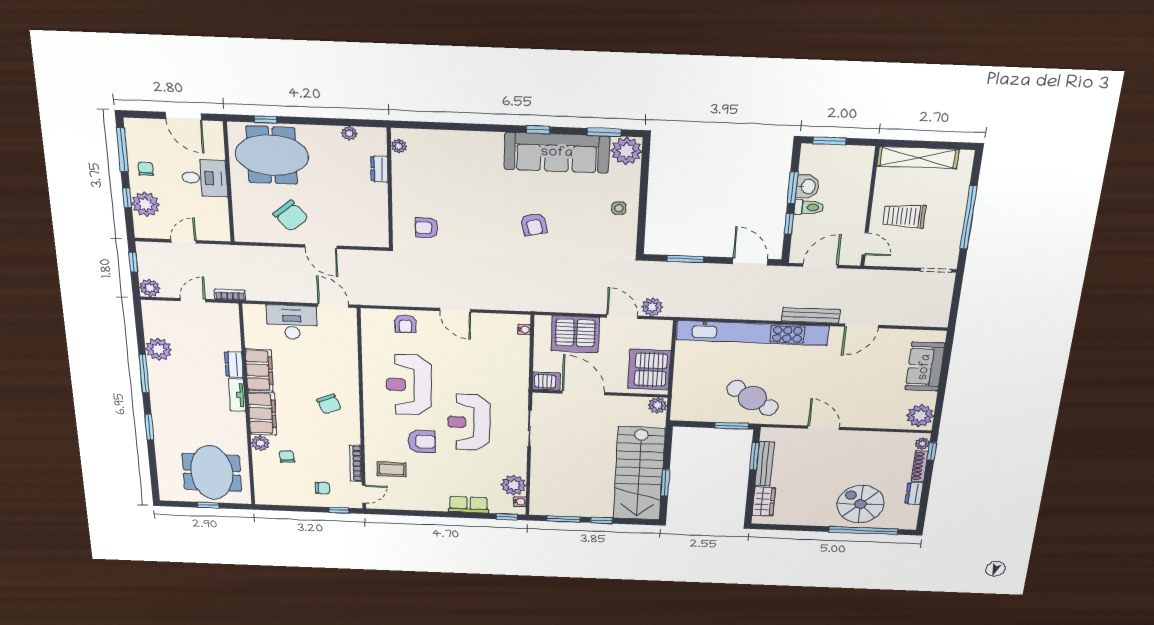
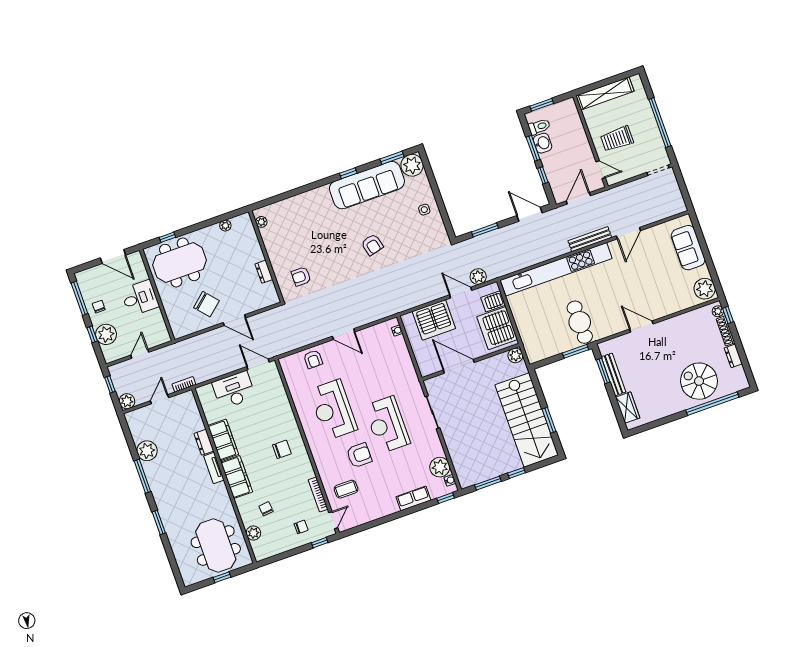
dresser: (379, 169) -> (264, 272), moved
toilet: (809, 207) -> (539, 127), moved
server rack: (546, 381) -> (493, 301), moved, turned 180
cafe table: (752, 398) -> (580, 322), turned 58
chair: (329, 404) -> (282, 449), turned -67
plant: (260, 443) -> (253, 533), moved

